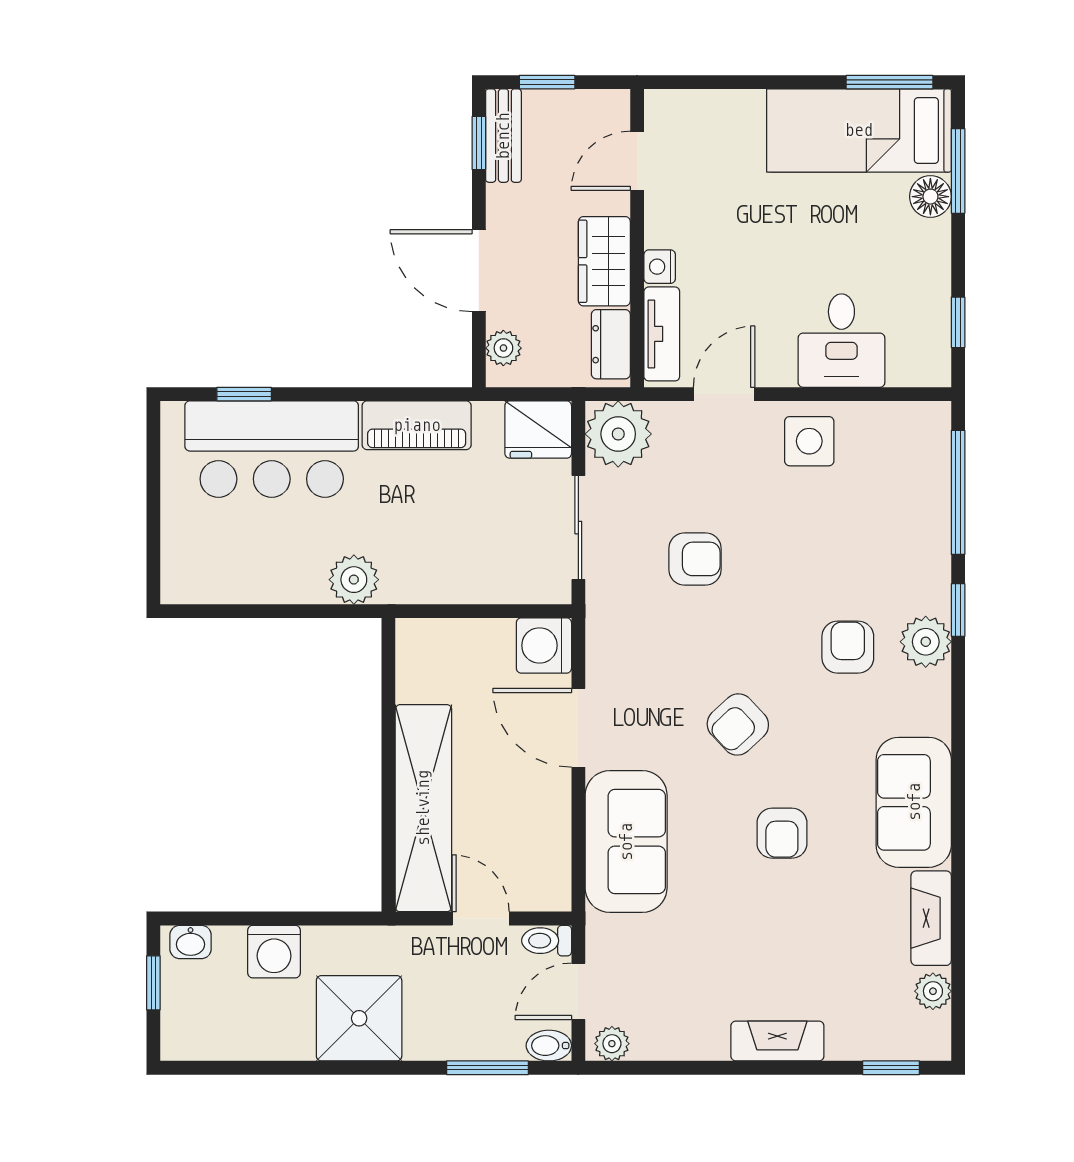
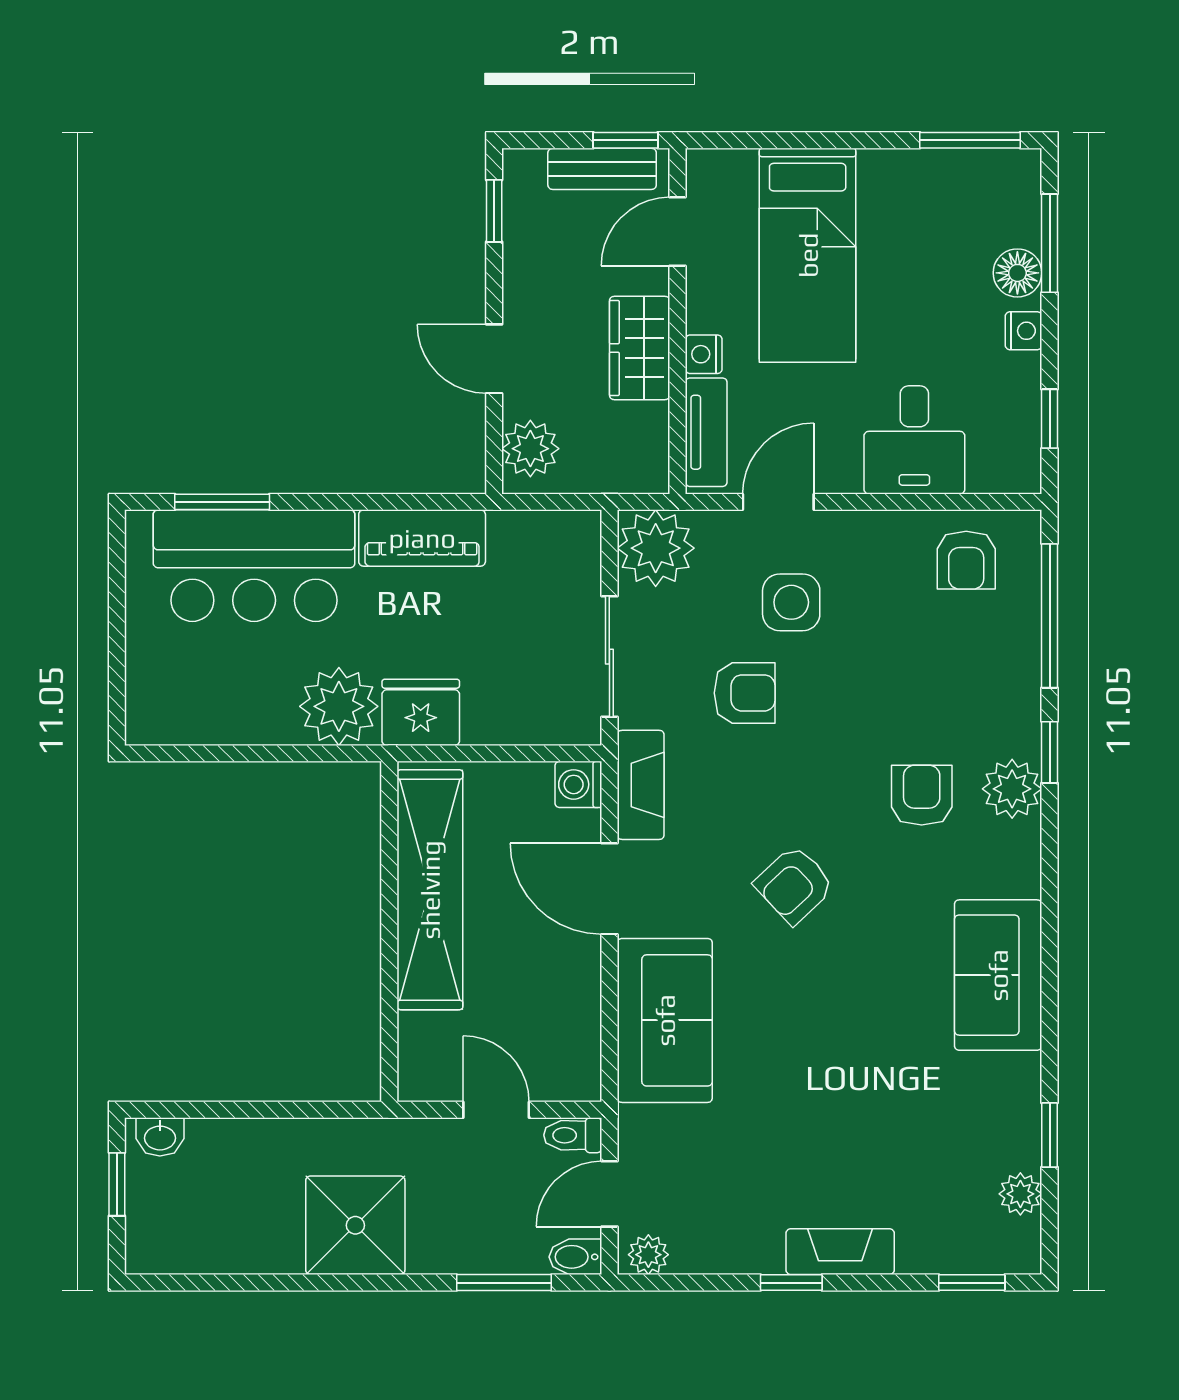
window: (547, 82) -> (626, 140), moved
bed: (859, 130) -> (808, 255), moved, turned -90
bench: (503, 136) -> (602, 169), moved, turned 90
nightstand: (936, 246) -> (1024, 331), added
door: (479, 271) -> (494, 359), width x0.73
dresser: (611, 344) -> (647, 444), removed
plant: (503, 348) -> (530, 449), width x1.38, depth x1.38
window: (244, 394) -> (222, 502), width x1.50
fridge: (538, 430) -> (421, 712), moved, turned 180
side table: (809, 441) -> (791, 602), moved
plant: (354, 580) -> (339, 706), width x1.36, depth x1.36
washing machine: (544, 645) -> (578, 784), width x0.73, depth x0.73
shelving: (423, 808) -> (430, 890), moved
armchair: (782, 833) -> (966, 560), moved
fireplace: (931, 918) -> (641, 785), moved, turned 180
window: (958, 940) -> (1050, 1135), added
washing machine: (274, 952) -> (257, 1148), removed
window: (735, 1068) -> (791, 1283), added

